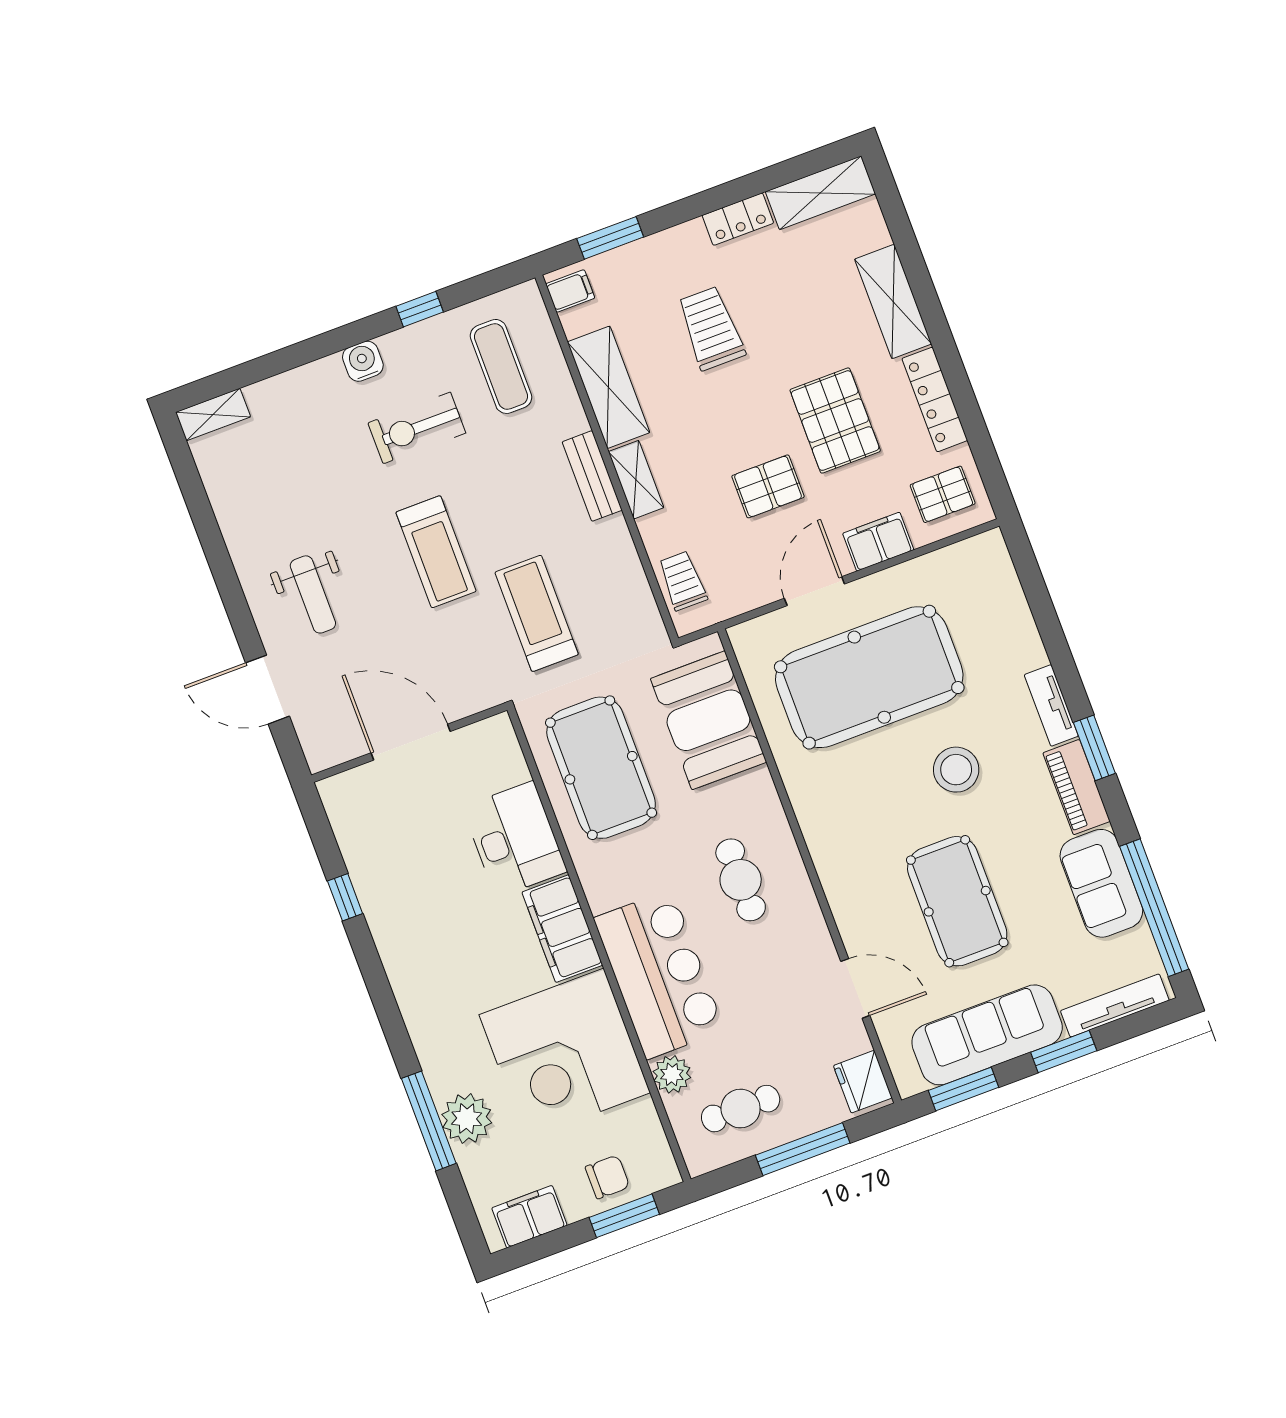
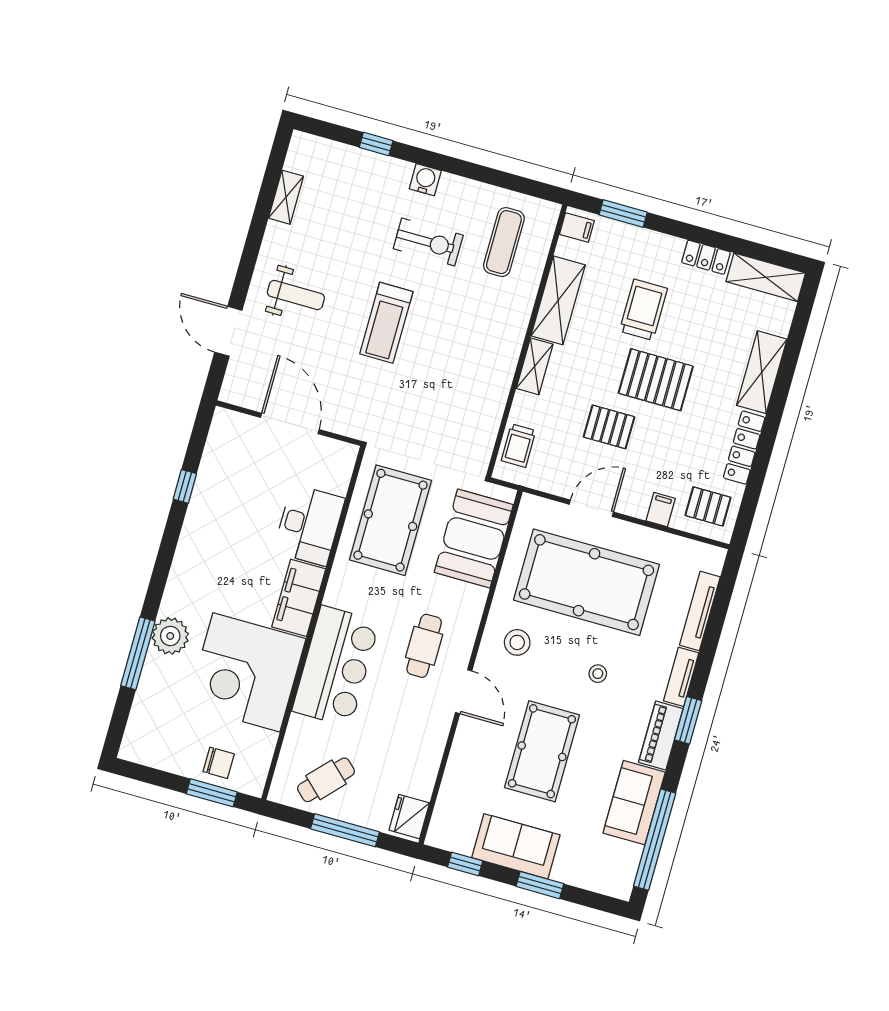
window: (420, 309) -> (376, 144), moved
shelving: (213, 414) -> (286, 197), moved, turned 90
pallet: (835, 421) -> (656, 380), moved, turned 90
exercise bike: (417, 428) -> (428, 242), turned 180
bench: (592, 476) -> (510, 345), removed
filing cabinet: (878, 542) -> (661, 510), width x0.50
trolley: (683, 581) -> (518, 446), turned 180
weight bench: (313, 594) -> (296, 295), turned -90
treadmill: (537, 613) -> (419, 402), removed
stool: (956, 770) -> (598, 674), width x0.53, depth x0.53
stool: (841, 800) -> (517, 642), added
door: (855, 988) -> (464, 692), moved
tv unit: (1115, 1005) -> (700, 611), moved, turned -90
sofa: (987, 1035) -> (516, 846), width x0.73
plant: (672, 1074) -> (300, 730), removed
window: (963, 1089) -> (465, 864), width x0.67
cafe table: (741, 1109) -> (326, 780), turned -47
plant: (467, 1119) -> (170, 636), moved
filing cabinet: (529, 1217) -> (156, 753), removed

